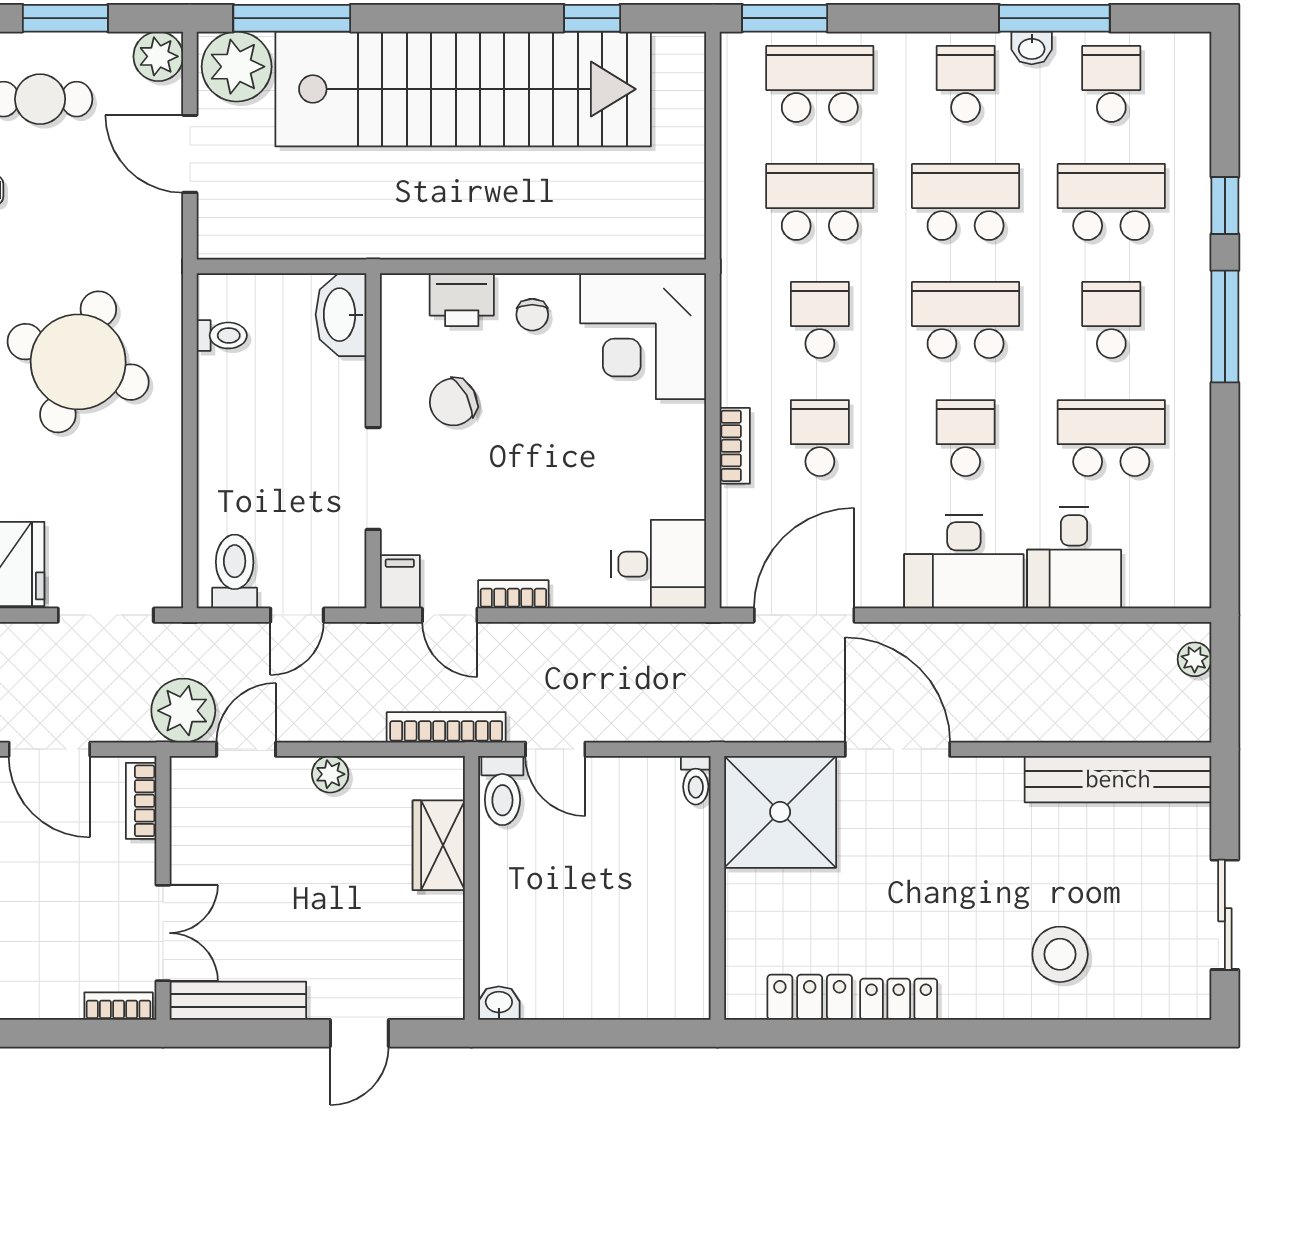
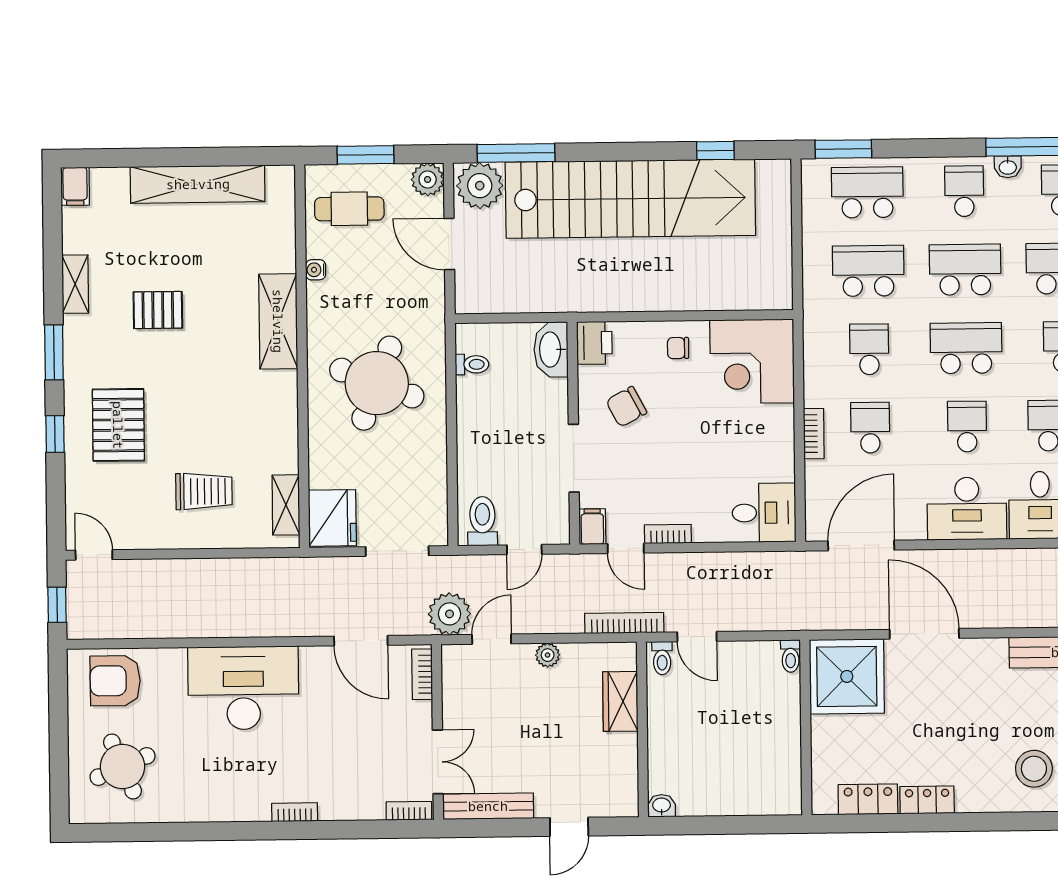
printer: (462, 300) -> (594, 343), moved, turned -90
chair: (532, 315) -> (678, 348), turned 90
toilet: (502, 791) -> (662, 658), width x0.73, depth x0.72

